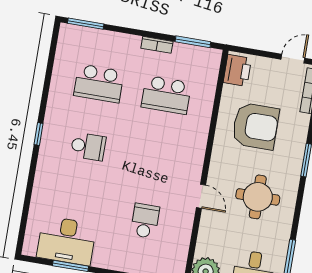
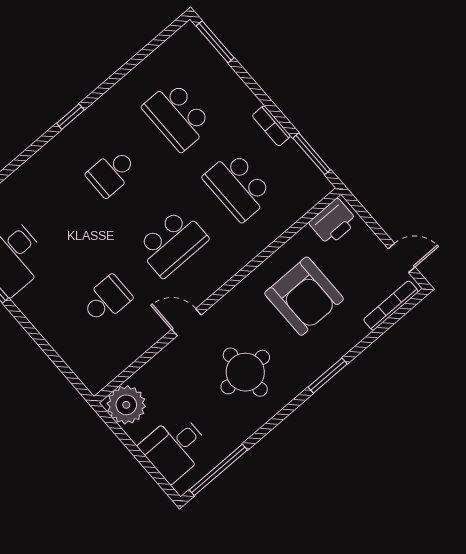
school desk: (88, 146) -> (112, 173), turned 90
school desk: (156, 158) -> (172, 243), added
door: (201, 196) -> (186, 322), swing flipped

